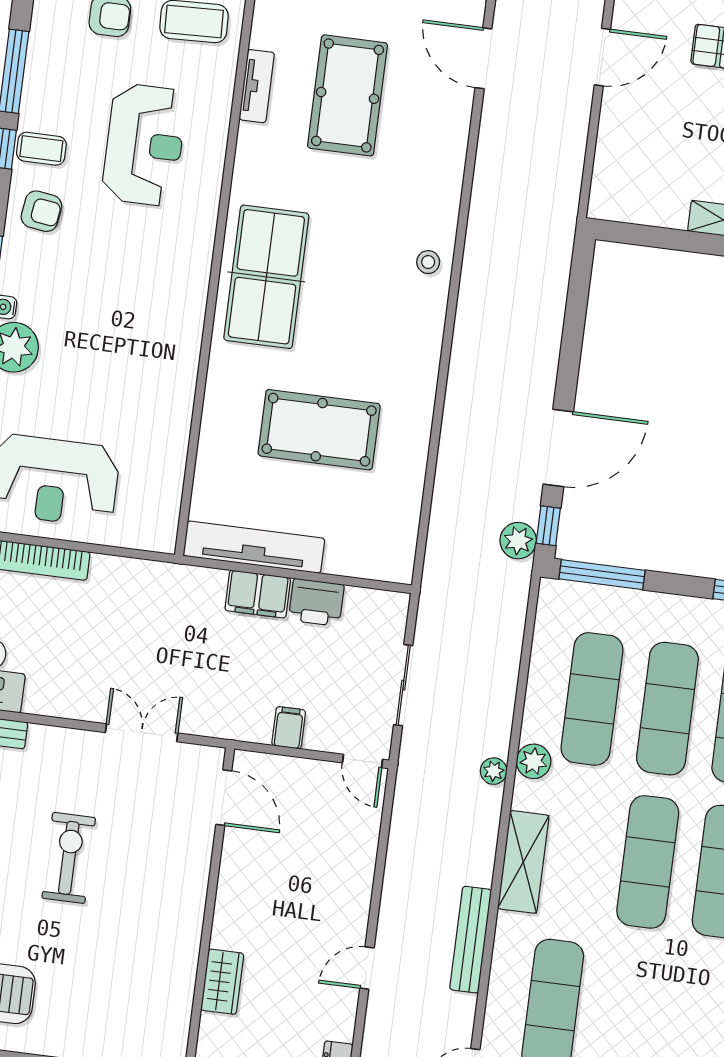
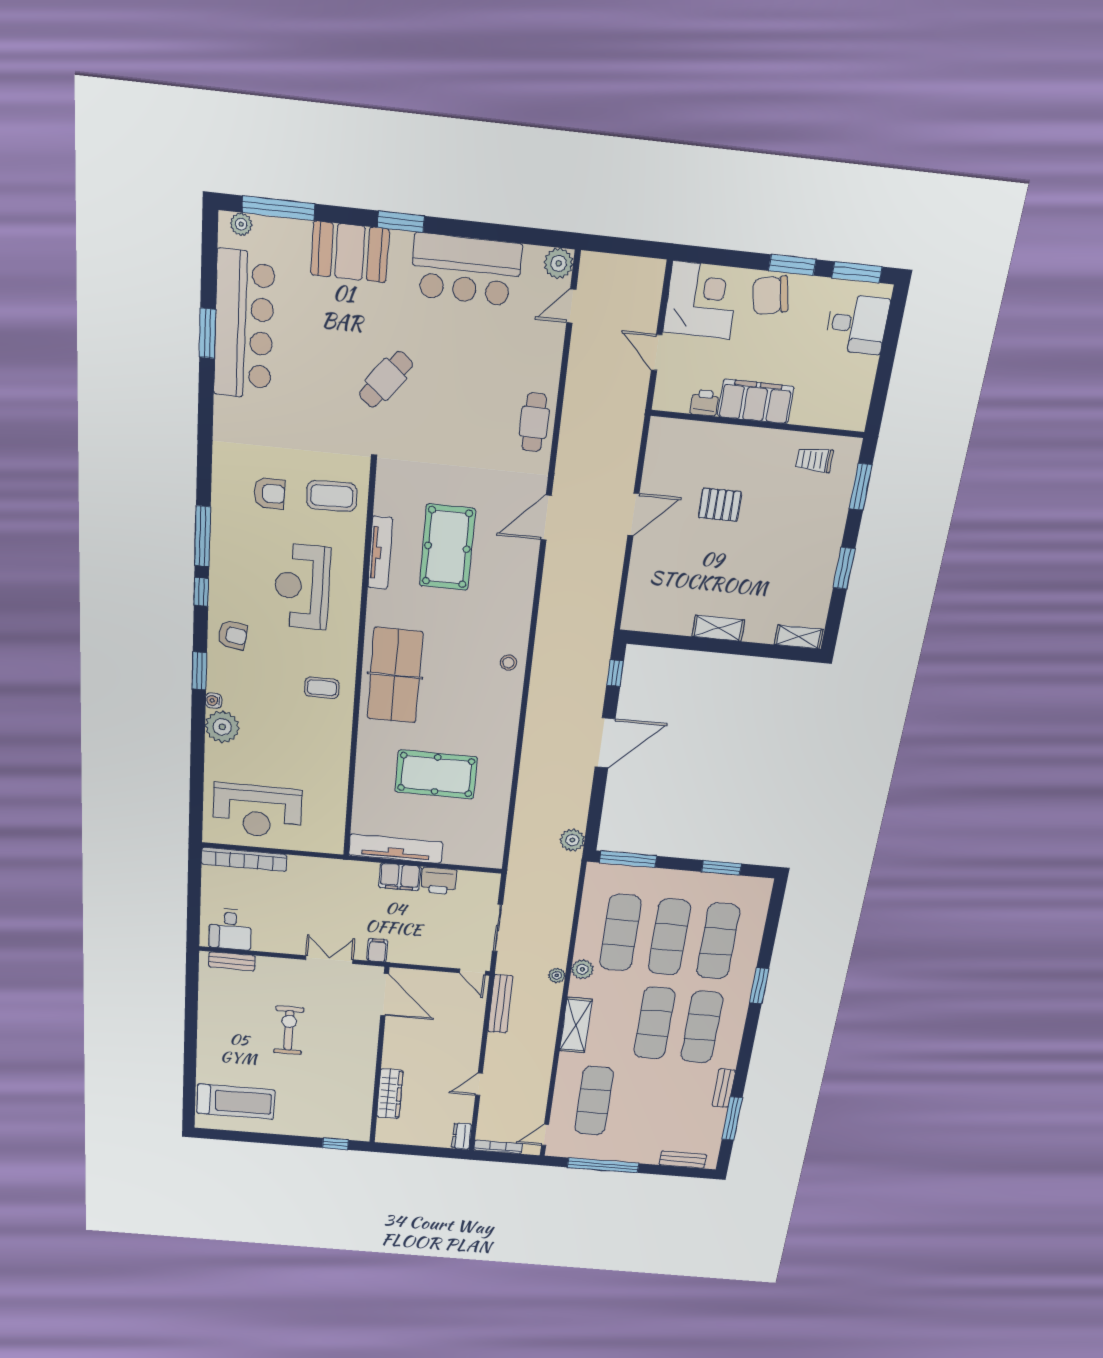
door: (483, 58) -> (546, 517), hinge flipped
tv unit: (257, 86) -> (380, 553), width x1.41
reception desk: (144, 145) -> (302, 587), turned 180
coffee table: (41, 149) -> (322, 688), moved
door: (558, 448) -> (605, 743), moved
window: (548, 526) -> (615, 673), moved
filing cabinet: (289, 728) -> (377, 950), moved
door: (224, 798) -> (385, 995), width x1.36
bench: (471, 940) -> (500, 1004), moved
wardrobe: (222, 982) -> (390, 1094), width x1.50

